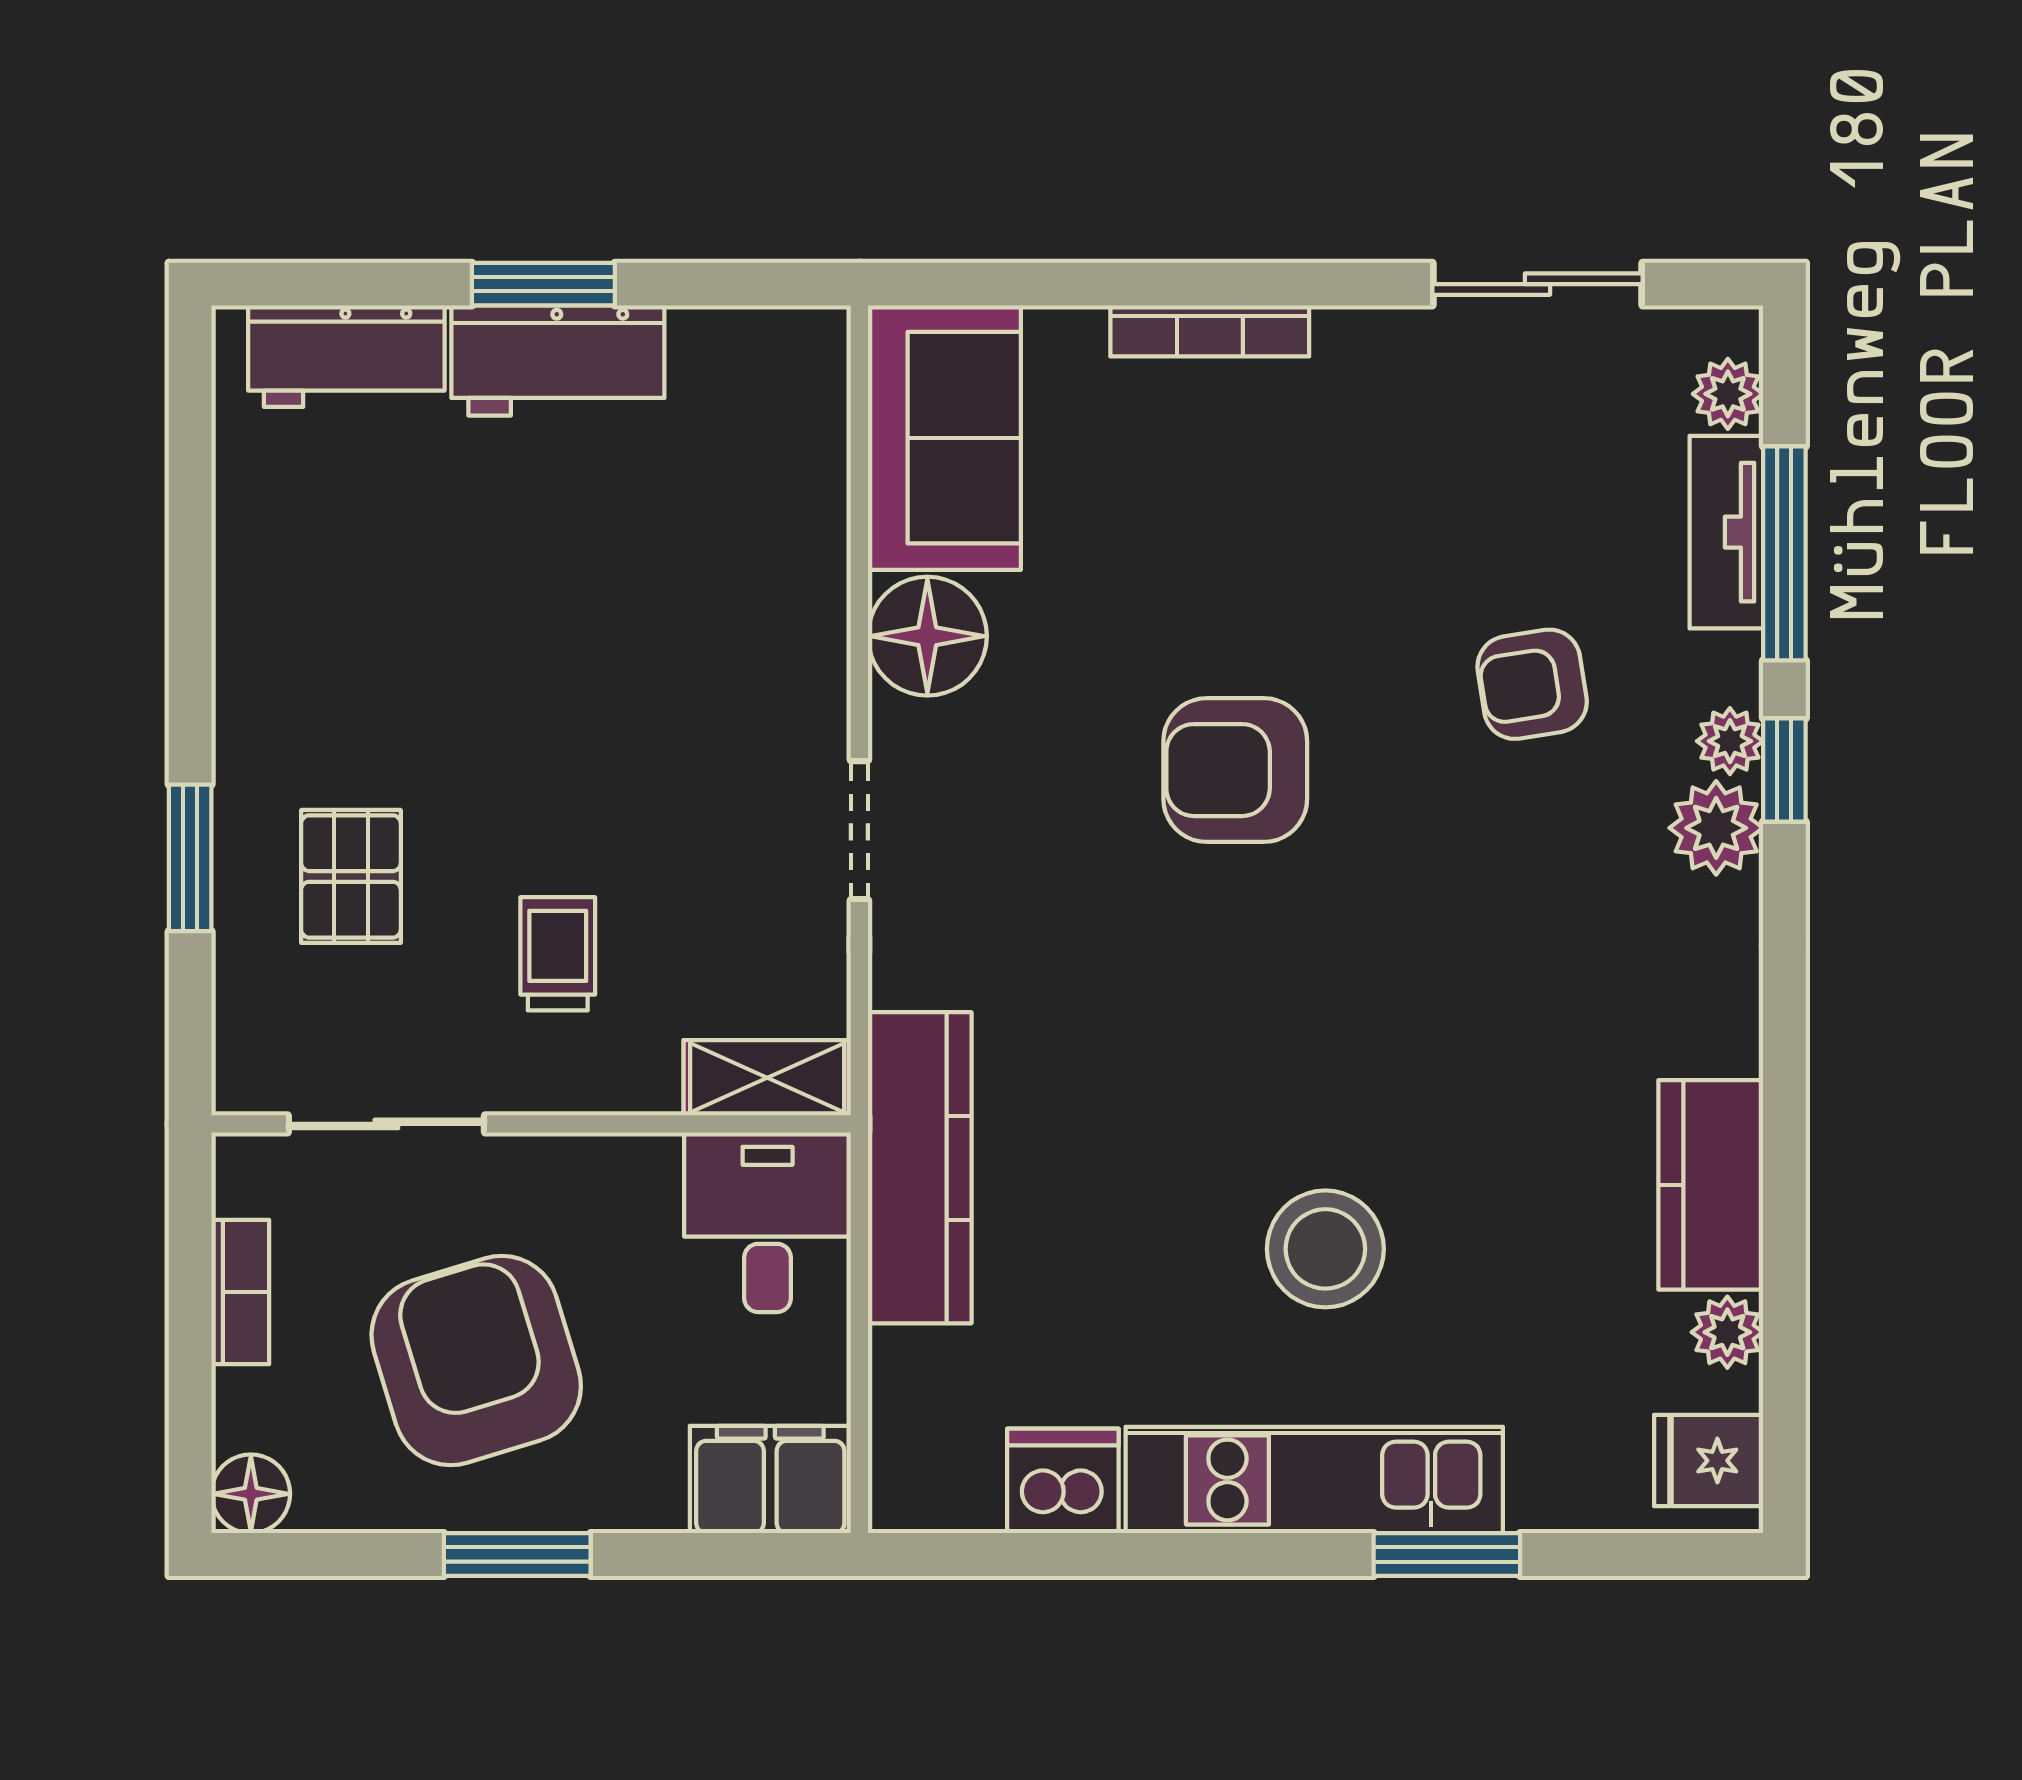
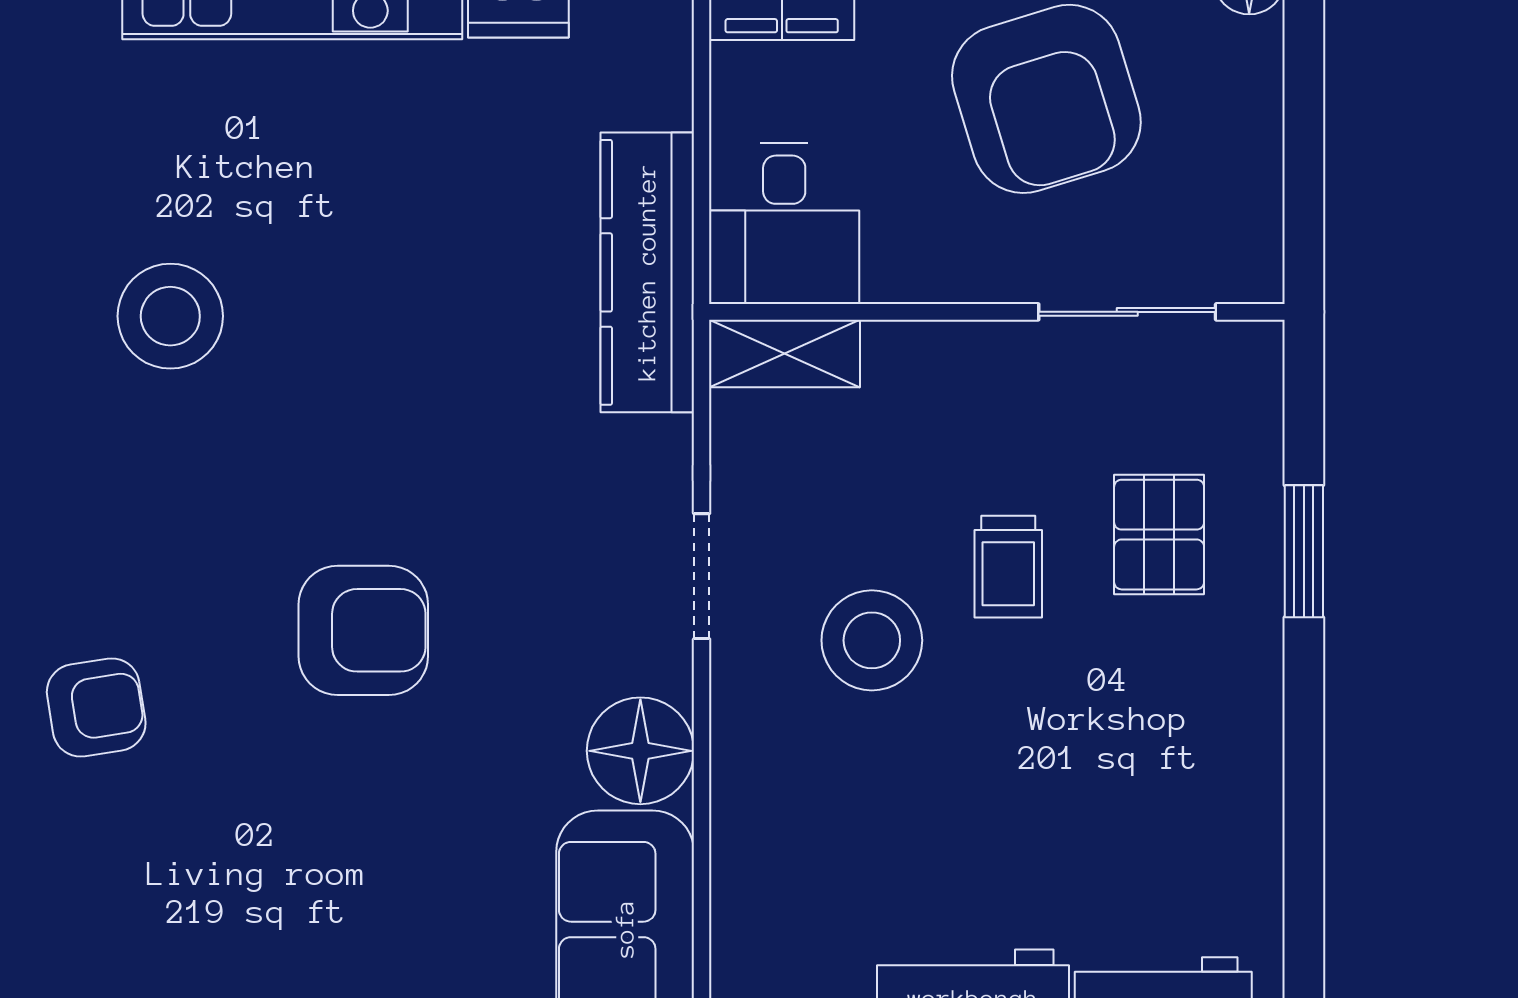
stool: (670, 759) -> (872, 640), added
trolley: (558, 954) -> (1008, 567), moved
stool: (1325, 1249) -> (170, 316), moved
bookcase: (240, 1292) -> (1259, 161), removed

